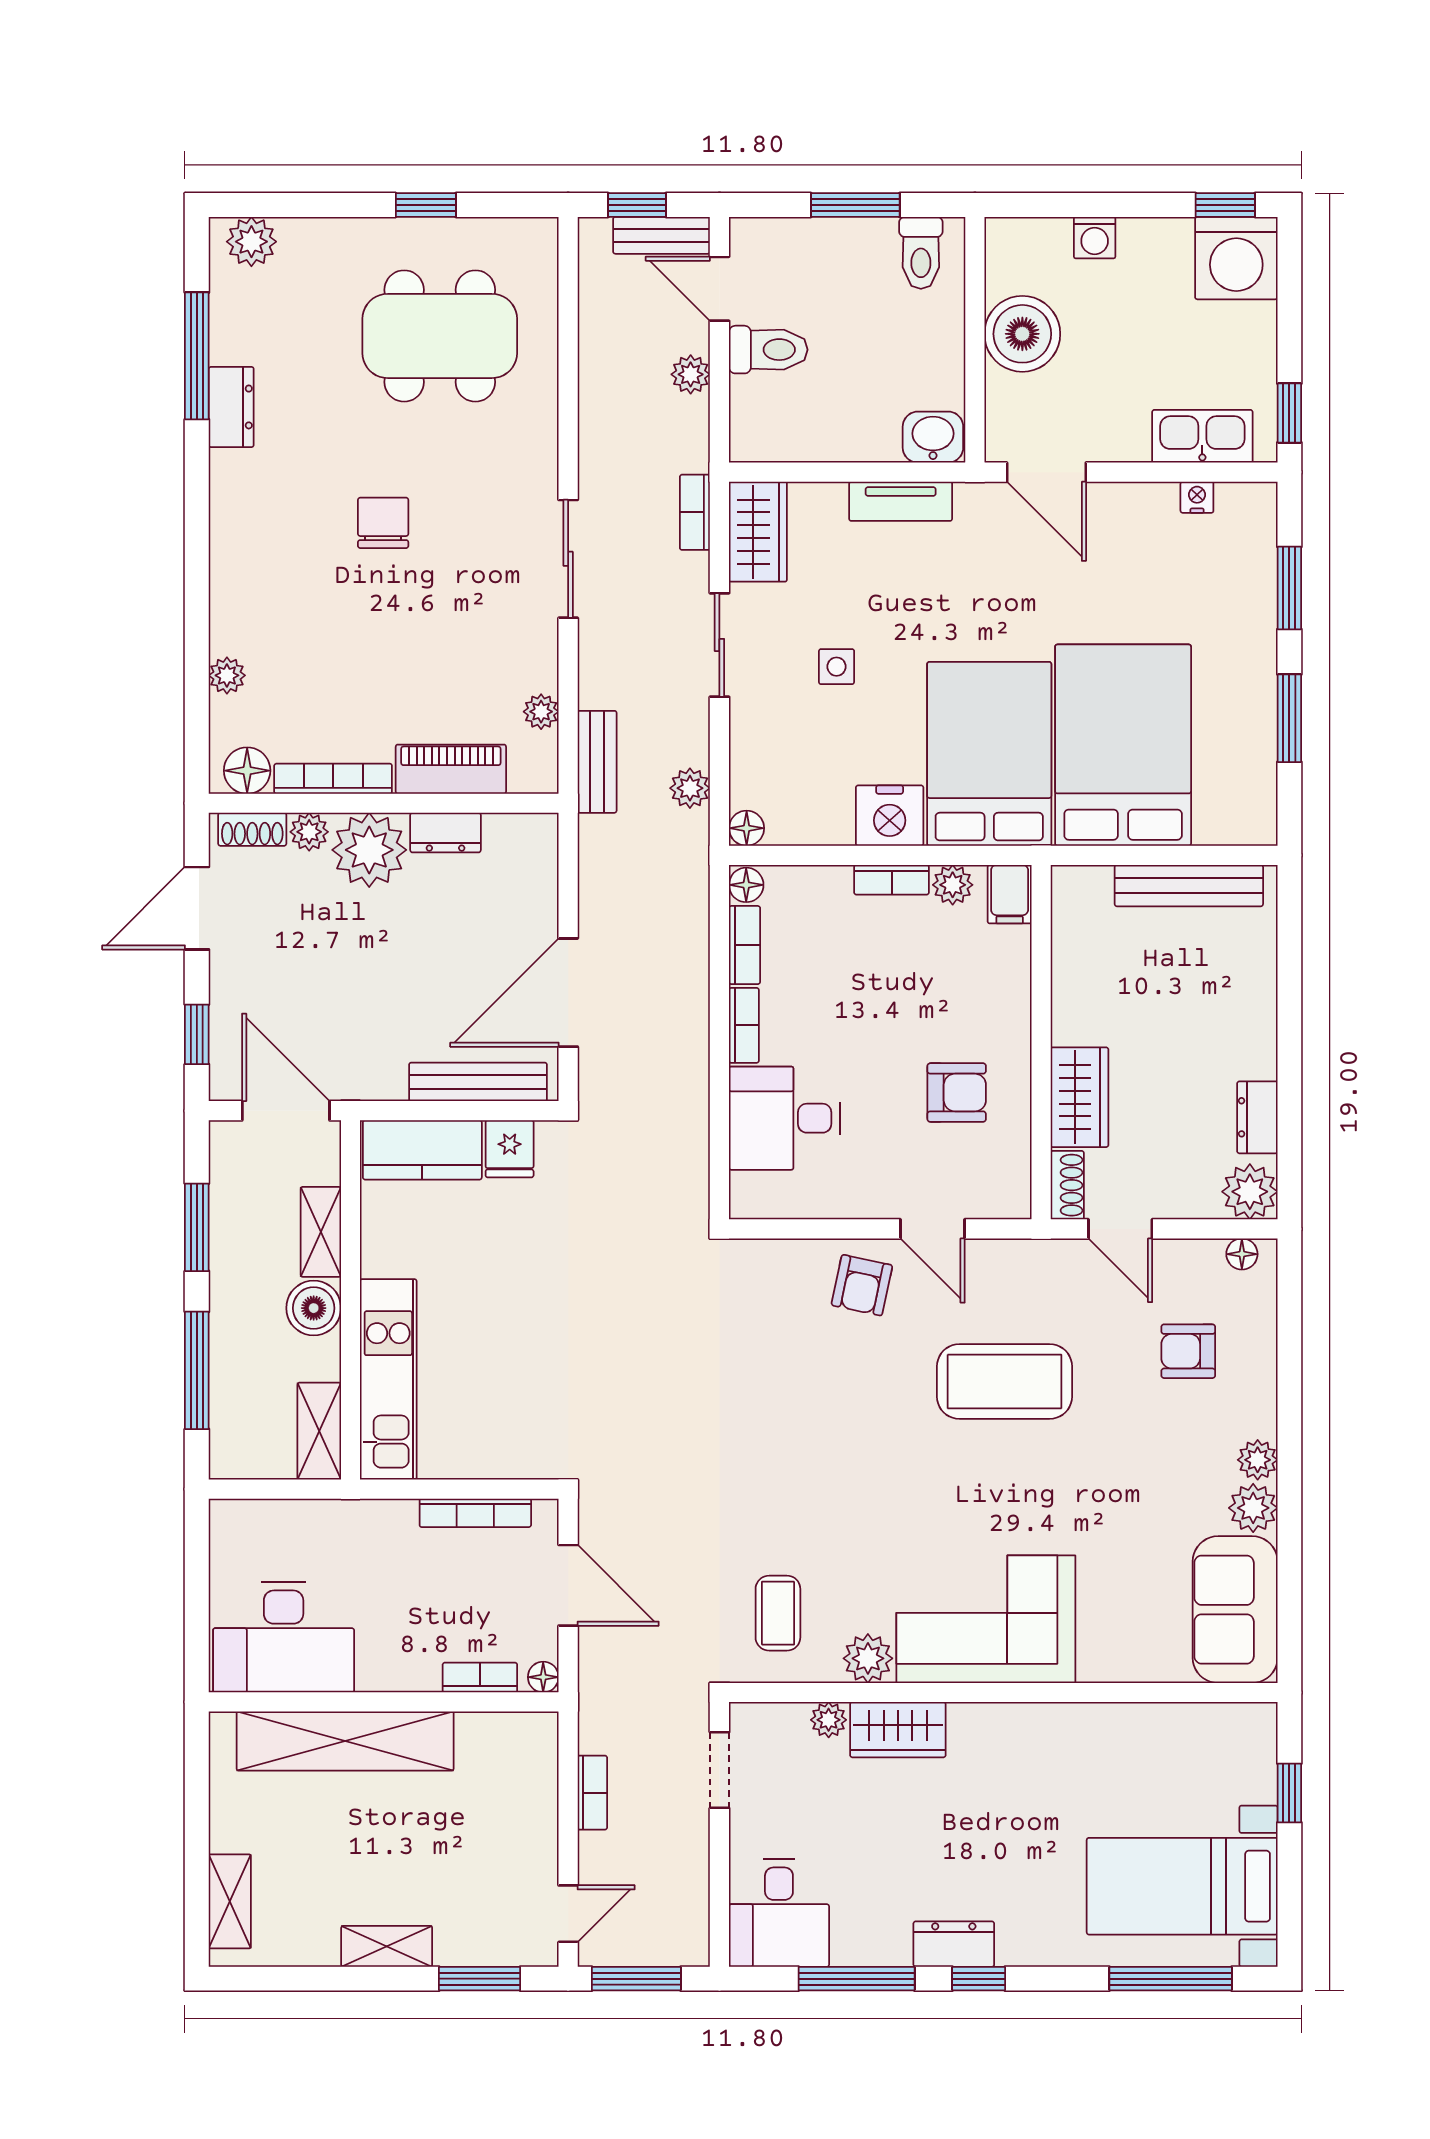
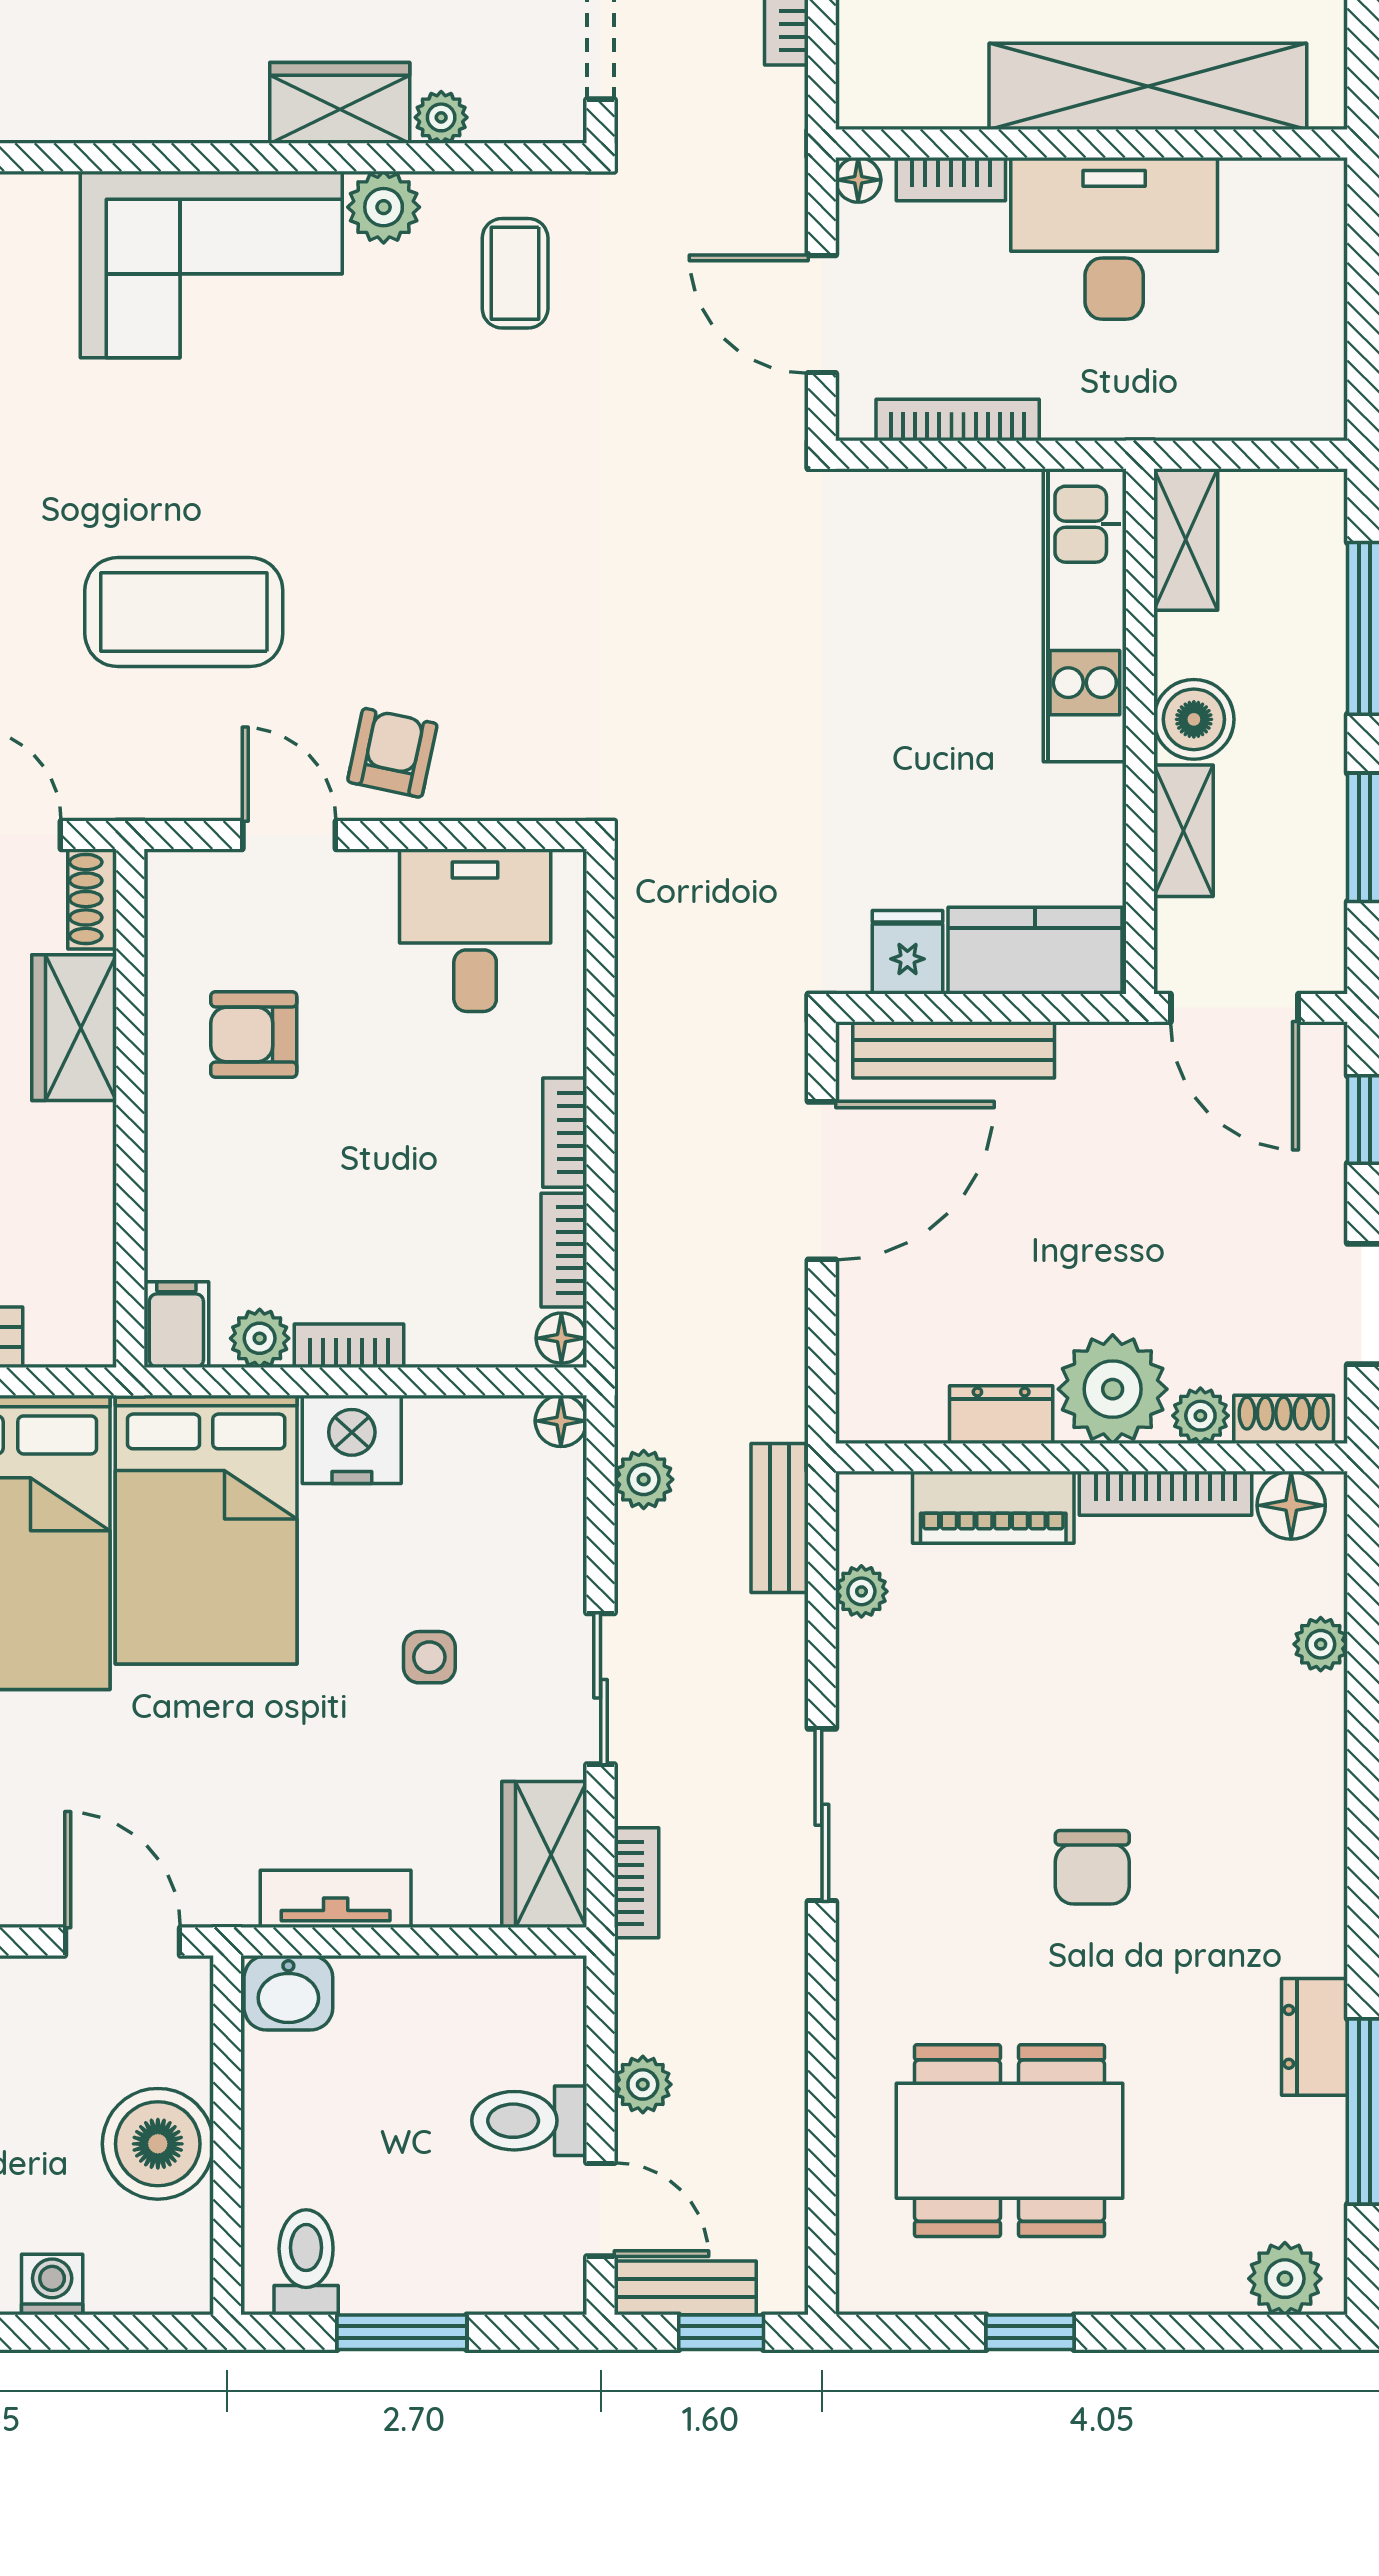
desk: (785, 1118) -> (475, 930), moved, turned -90
desk: (284, 1637) -> (1114, 238), moved

